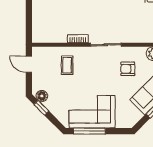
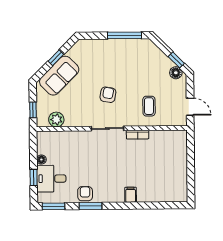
armchair: (128, 69) -> (108, 95), moved, turned -80
corner sofa: (92, 112) -> (122, 56), removed

